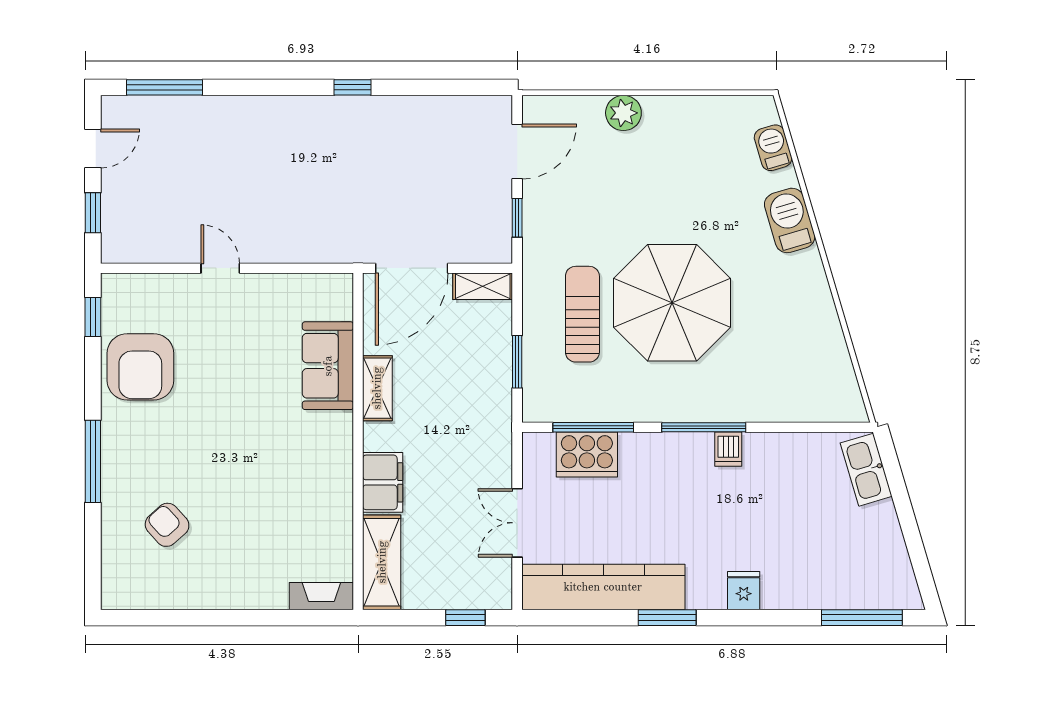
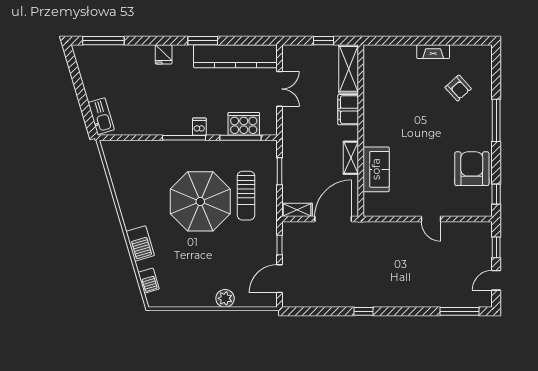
dishwasher: (728, 449) -> (199, 127), moved
fireplace: (321, 596) -> (433, 52), moved
window: (465, 618) -> (324, 41), moved

